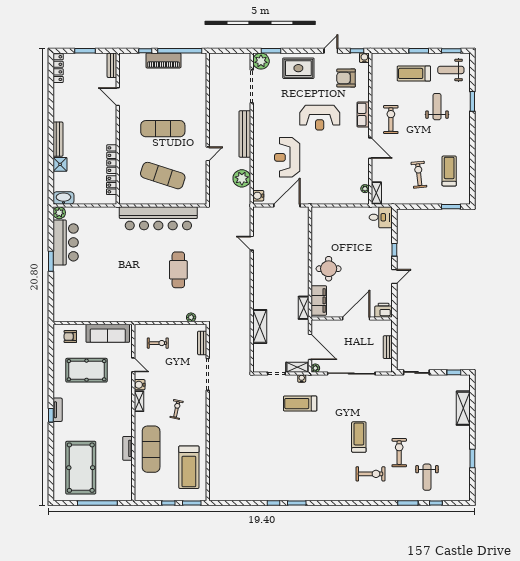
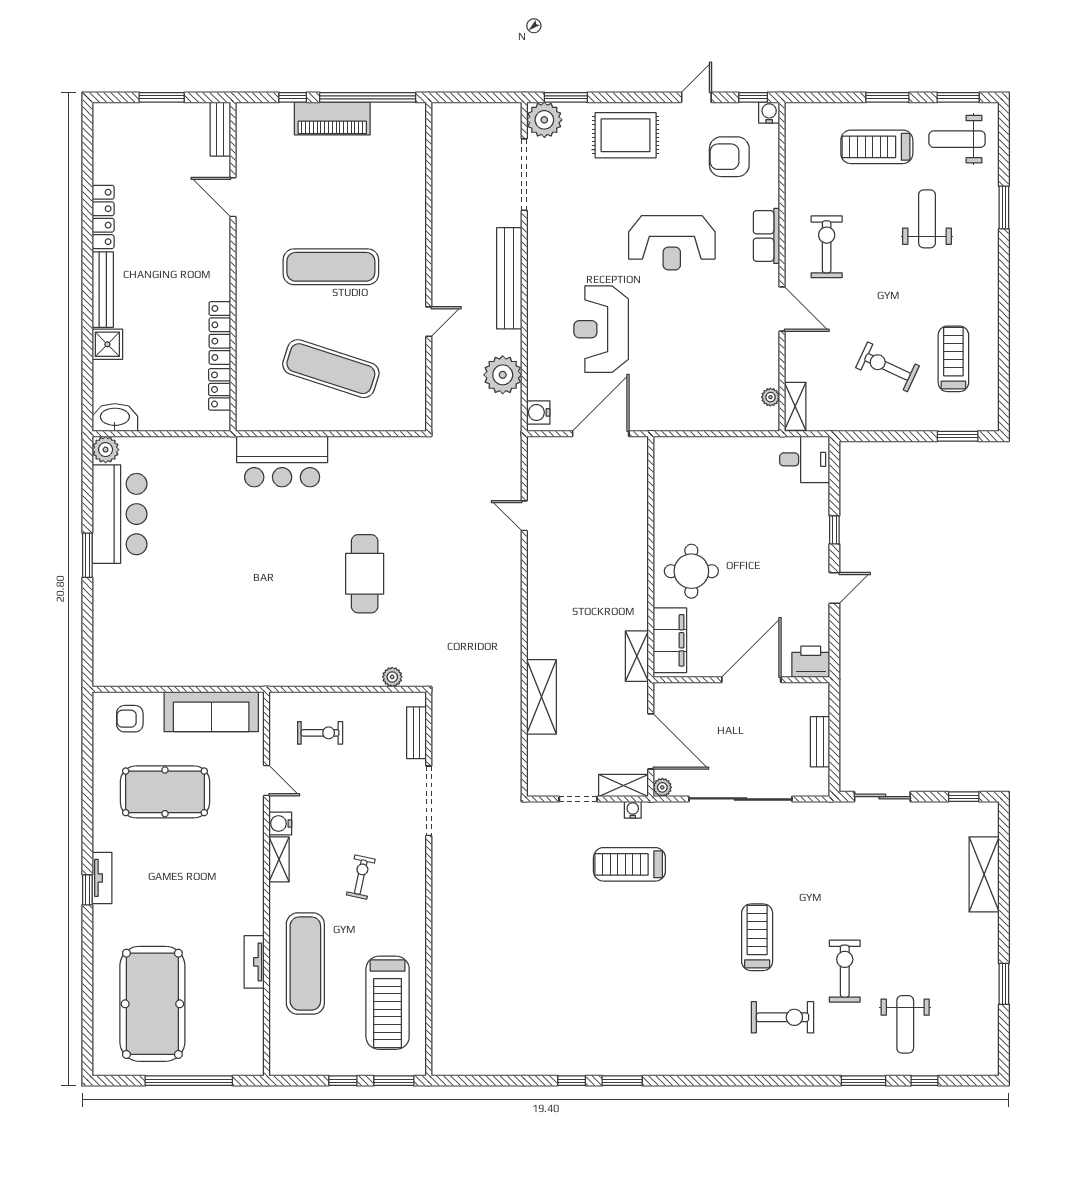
locker: (58, 68) -> (103, 217), moved
exercise bike: (419, 175) -> (887, 367), turned -59
bar counter: (158, 218) -> (282, 462), width x0.54

